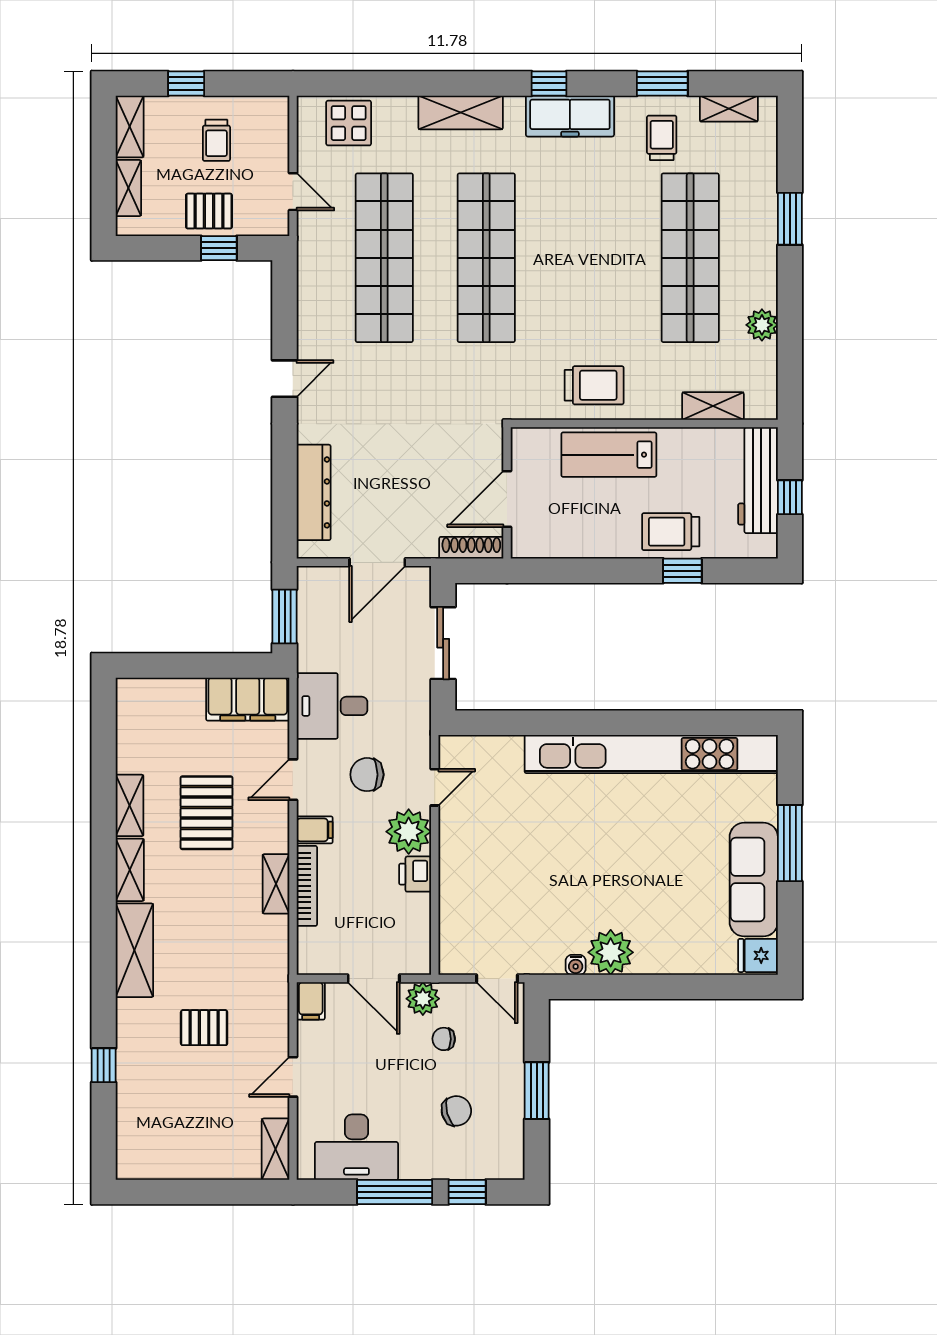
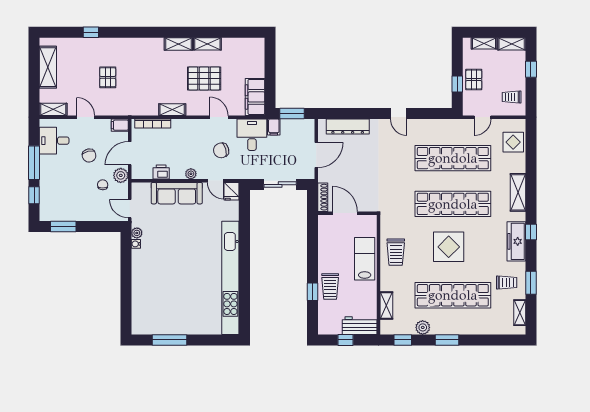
trolley: (216, 140) -> (512, 97), moved
window: (790, 219) -> (447, 340), moved
display table: (582, 267) -> (449, 247), added
window: (790, 369) -> (403, 340), added
workbench: (758, 480) -> (360, 326), width x0.73
trolley: (671, 532) -> (330, 287), turned 180
door: (377, 562) -> (316, 155), swing flipped
chair: (367, 775) -> (221, 150), turned -105
filing cabinet: (315, 830) -> (274, 127), moved
plant: (409, 832) -> (191, 174), width x0.53, depth x0.53
window: (790, 843) -> (170, 340), moved
printer: (415, 874) -> (161, 172), moved
sofa: (754, 880) -> (177, 193), moved, turned 180
bookcase: (307, 886) -> (153, 123), moved
shelving: (134, 950) -> (48, 67), moved, turned 90
plant: (611, 952) -> (137, 233), moved, width x0.53, depth x0.53
fridge: (758, 955) -> (232, 191), moved, turned 180
door: (497, 978) -> (130, 209), hinge flipped
window: (537, 1091) -> (63, 226), moved
chair: (456, 1111) -> (89, 156), moved
desk: (356, 1147) -> (54, 141), width x0.73

